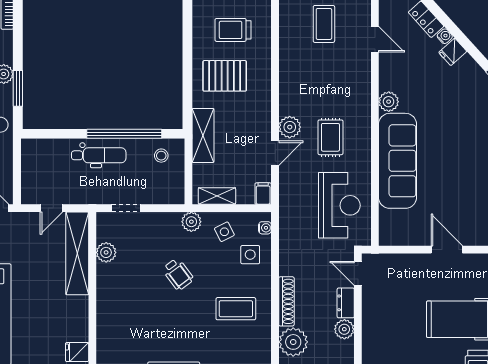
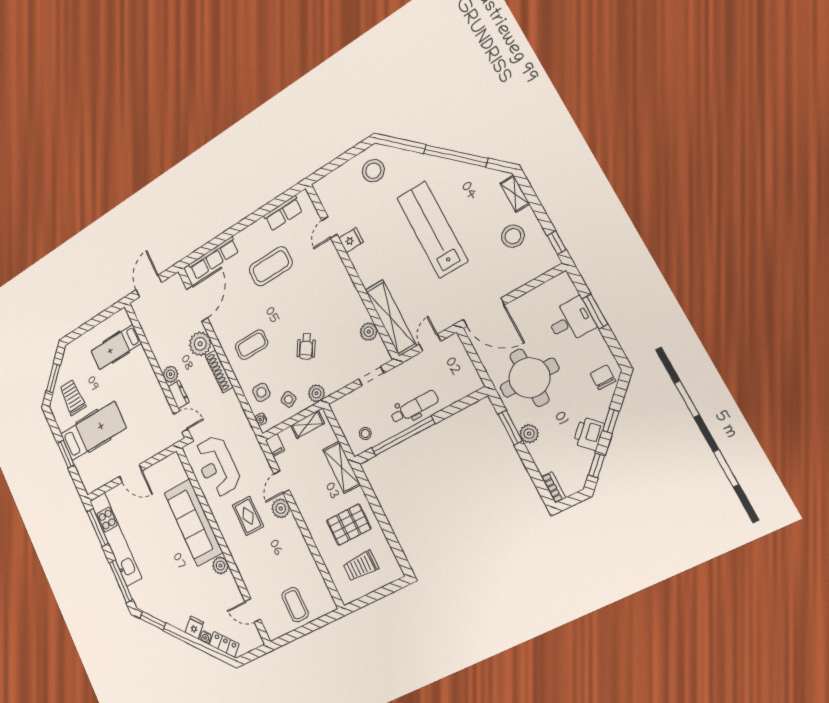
trolley: (233, 30) -> (361, 566), turned 180
dental chair: (99, 155) -> (414, 407), turned 180
wheelchair: (178, 274) -> (306, 346), turned -112

